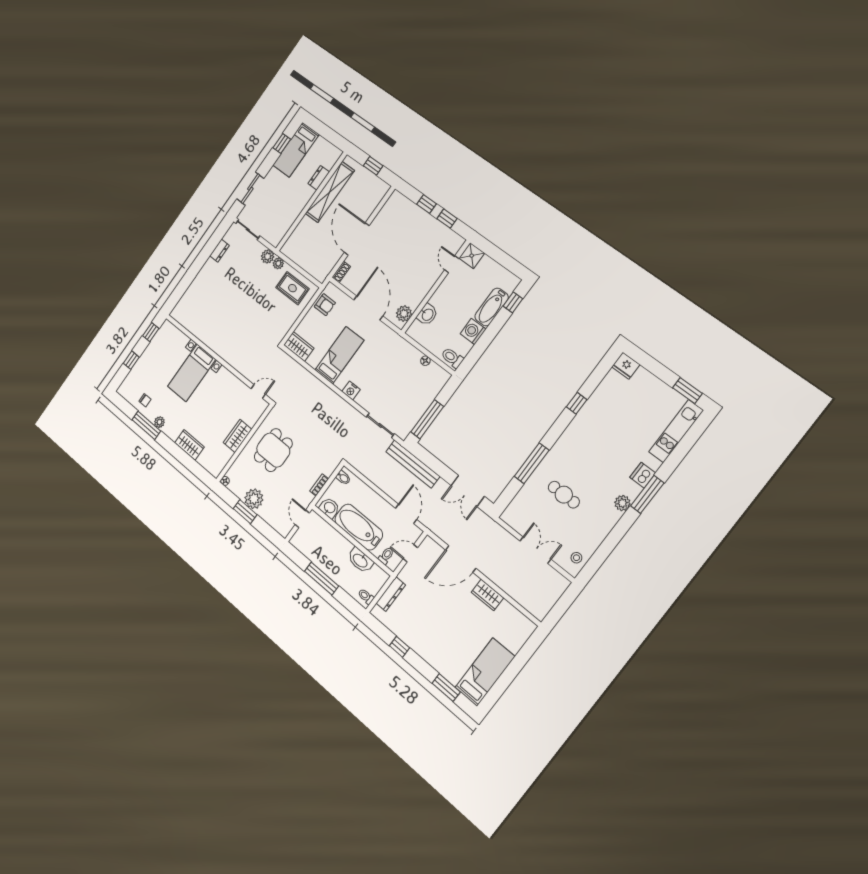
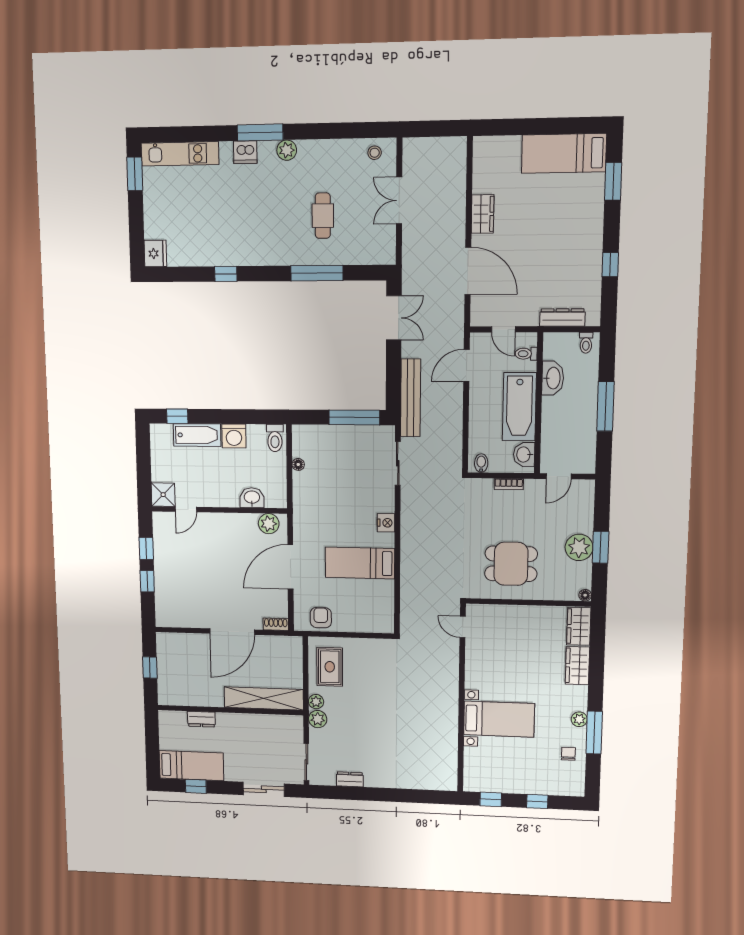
shelving: (330, 192) -> (264, 698), moved
wardrobe: (299, 347) -> (383, 615), removed
wardrobe: (238, 436) -> (579, 626), moved, turned 90

